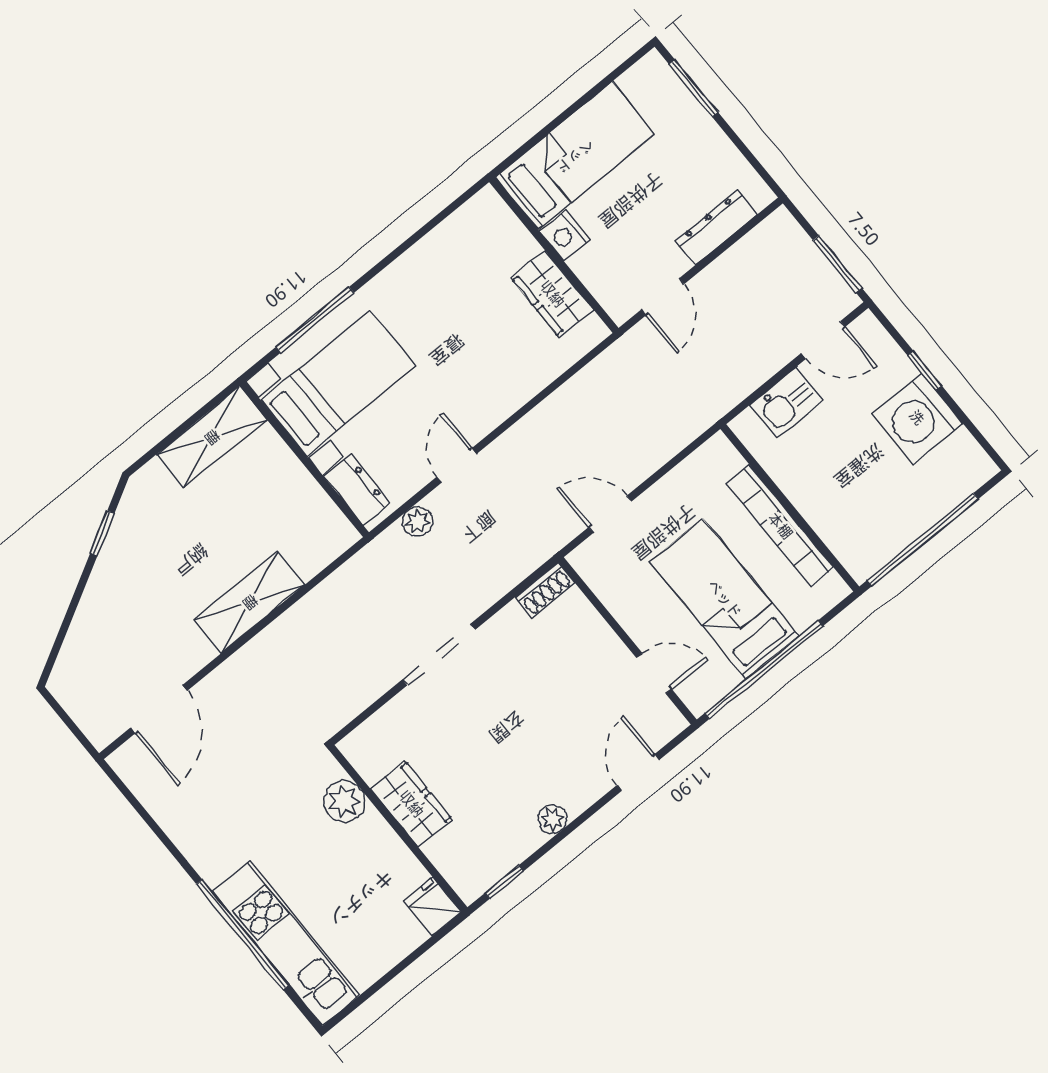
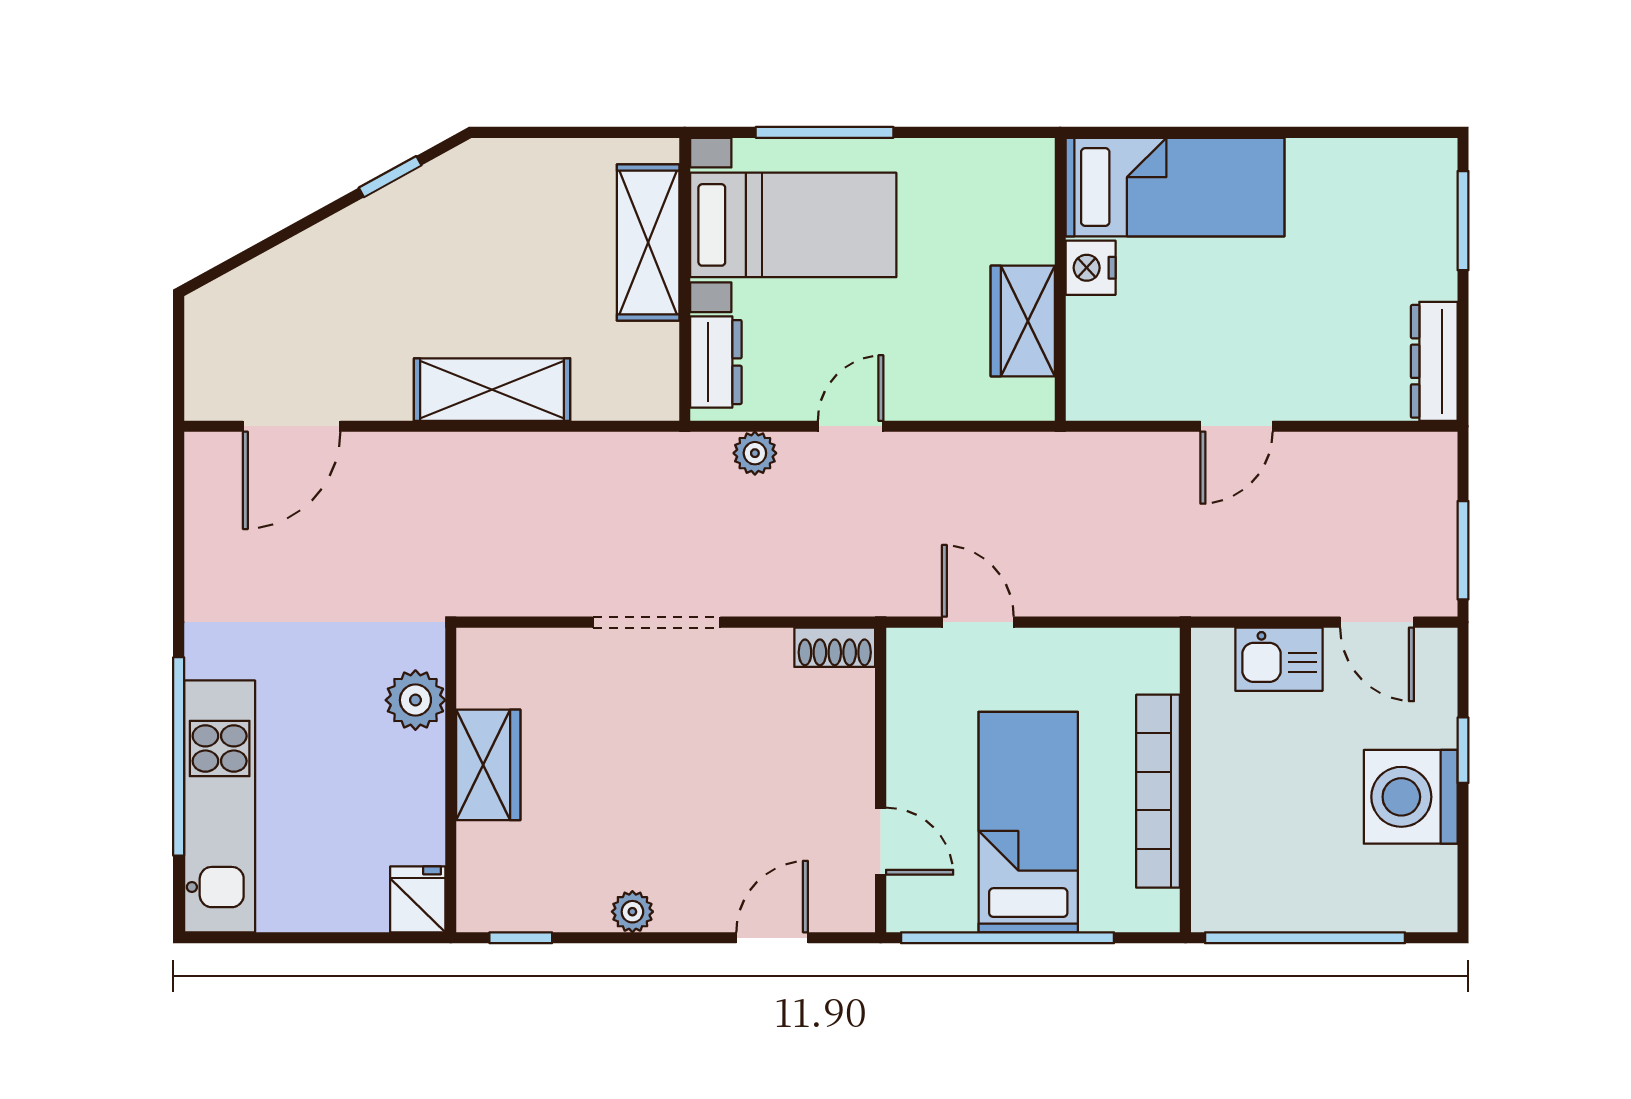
bed: (575, 156) -> (1175, 187), moved
dresser: (716, 227) -> (1434, 361), moved, turned -90
nightstand: (565, 236) -> (1091, 268), moved
wall: (554, 255) -> (1060, 279), moved
wardrobe: (552, 294) -> (1023, 321), moved
shelving: (212, 437) -> (648, 243), moved, turned 90

